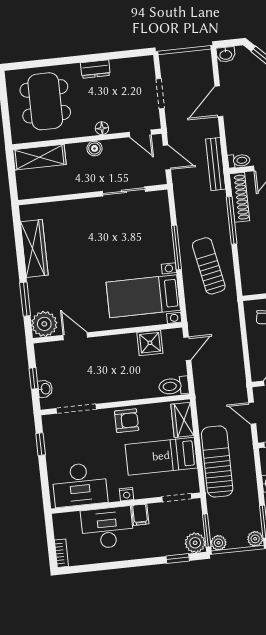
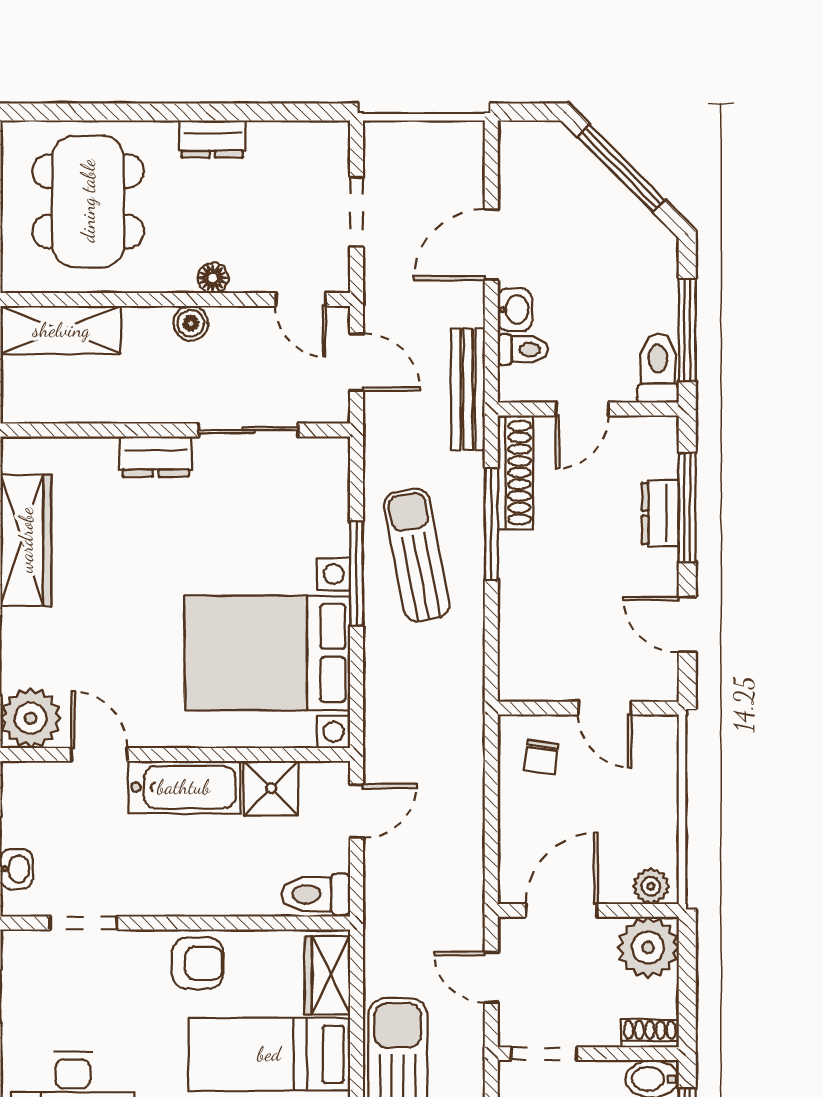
washbasin: (226, 54) -> (515, 310), moved, turned -90
toilet: (239, 161) -> (523, 350), moved
dresser: (86, 207) -> (156, 457), added
sun lounger: (209, 266) -> (417, 555), moved
bed with nightstands: (143, 296) -> (267, 653), width x1.36
bathtub: (113, 346) -> (184, 787), added
doorway: (76, 409) -> (83, 923), width x0.73

